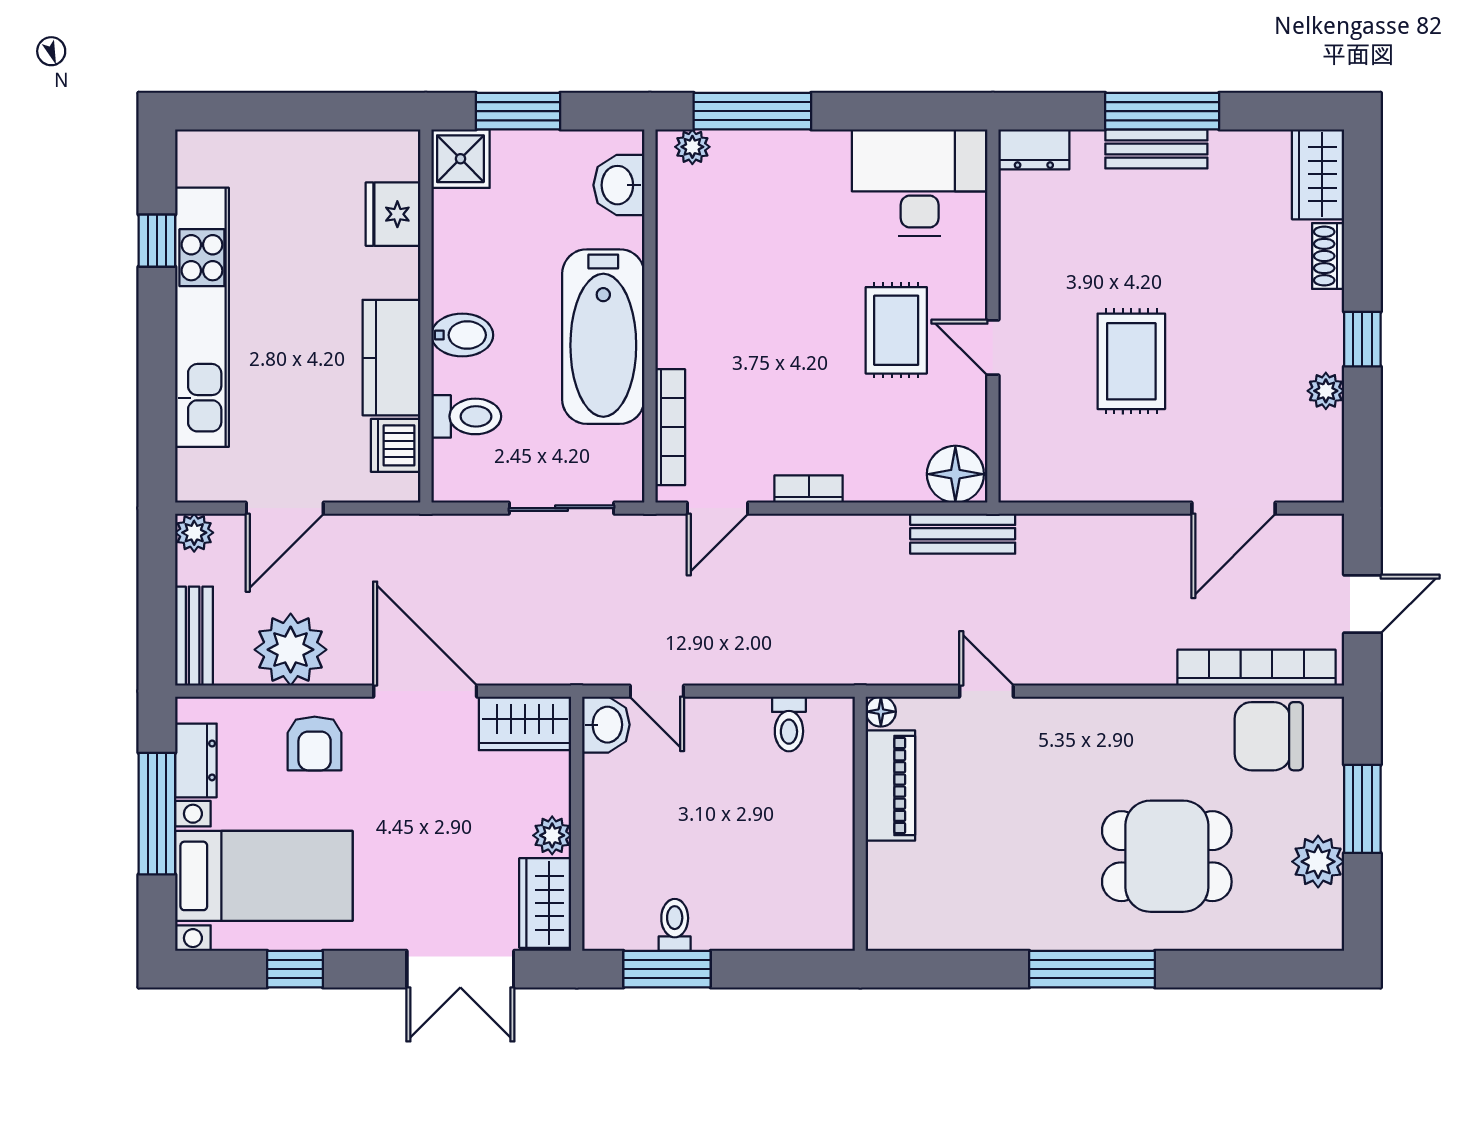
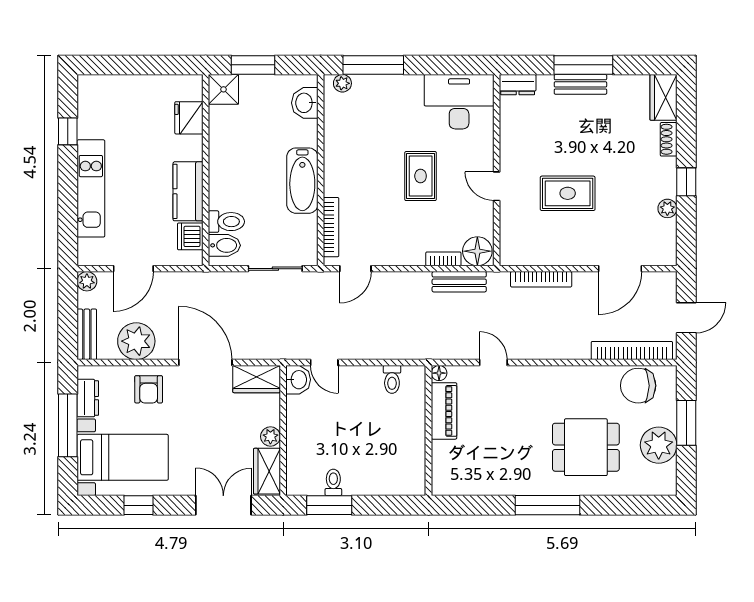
kitchen unit: (202, 317) -> (91, 188), width x0.73
rug: (896, 330) -> (421, 176), moved
bidet: (462, 335) -> (224, 245), moved
bathtub: (603, 337) -> (302, 181), width x0.73, depth x0.73
rug: (1131, 361) -> (568, 193), turned 90
bookcase: (809, 489) -> (443, 259), moved
bookcase: (1080, 529) -> (541, 279), added
bench: (963, 534) -> (459, 282), moved
plant: (1318, 862) -> (659, 445), width x1.36, depth x1.36
double door: (460, 969) -> (223, 505), swing flipped

